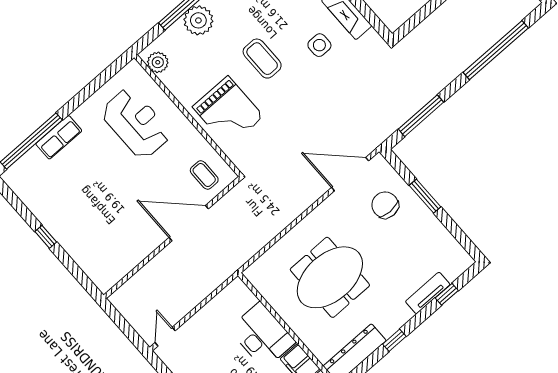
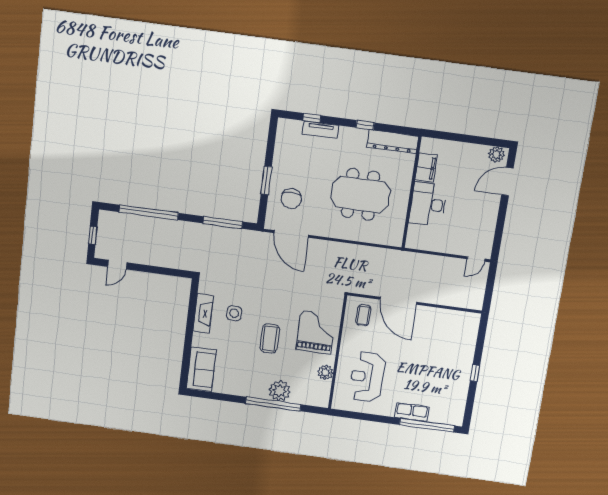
plant: (158, 62) -> (325, 372), moved

